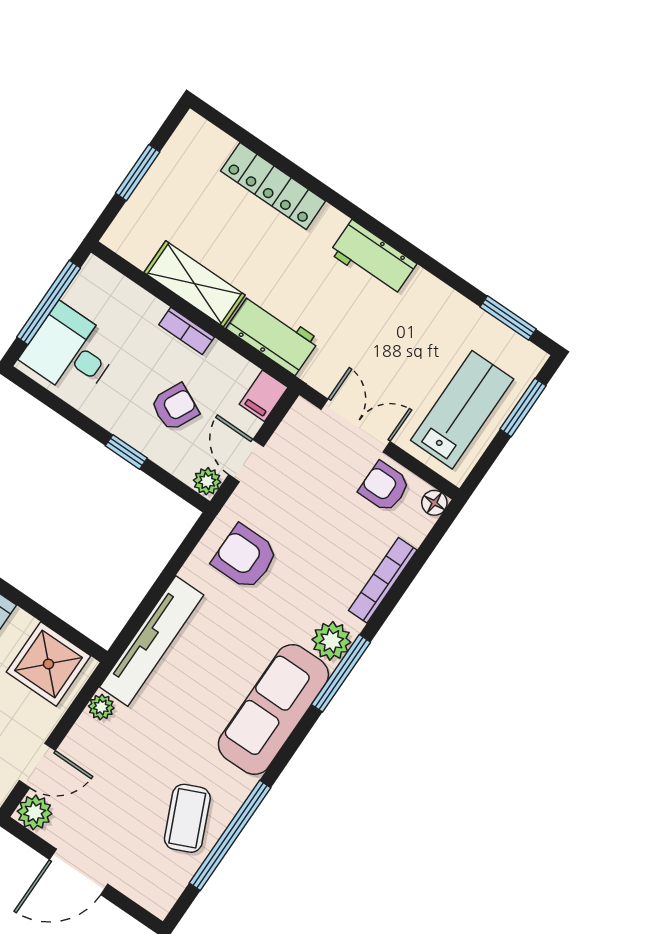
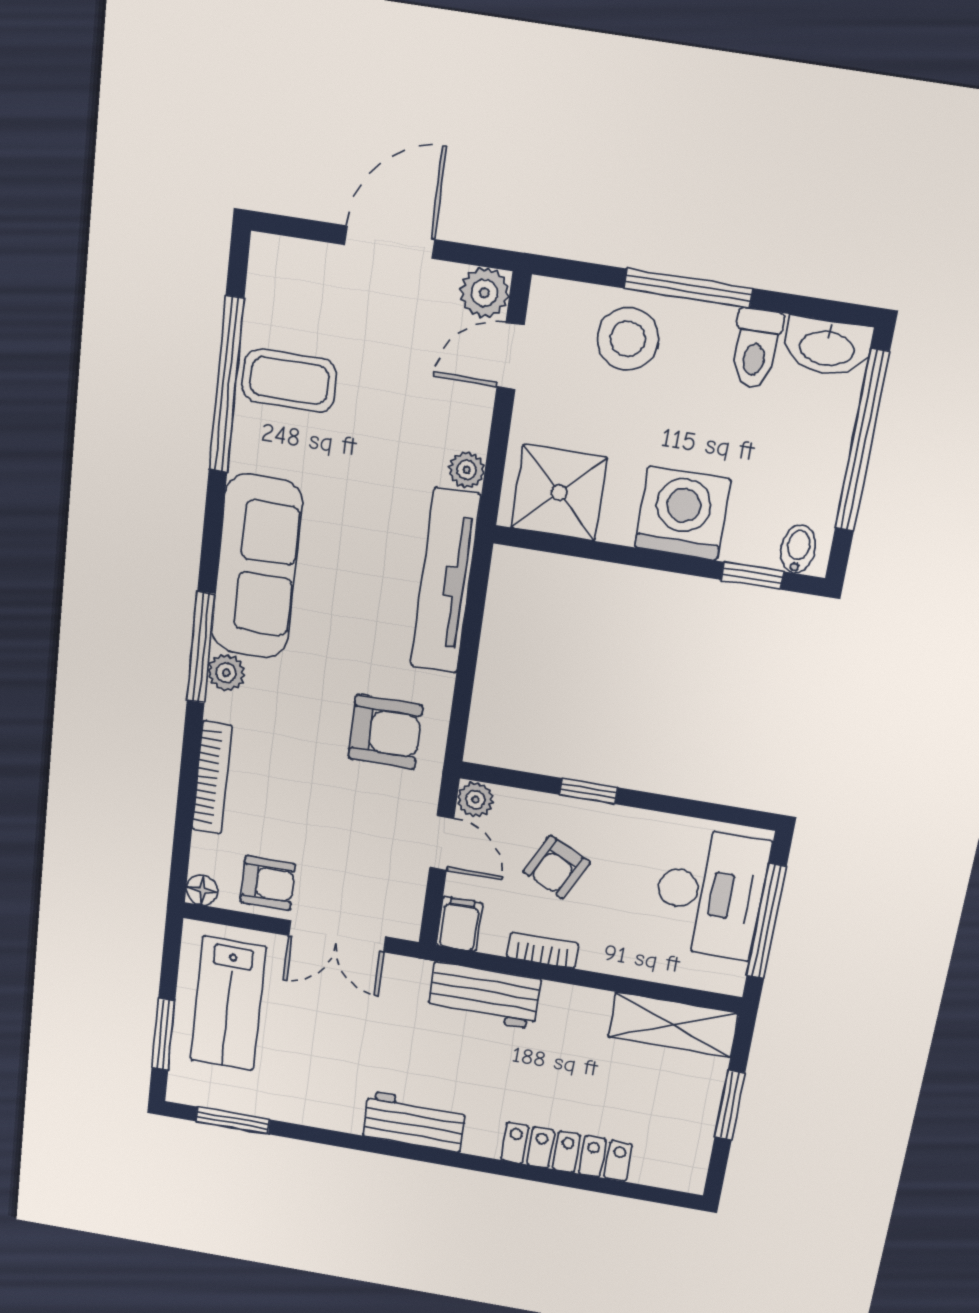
shelving: (195, 284) -> (673, 1025), moved
bookcase: (187, 331) -> (543, 950), moved
desk: (70, 352) -> (710, 893), width x1.37
plant: (331, 641) -> (226, 673), width x0.73, depth x0.73
coffee table: (187, 818) -> (290, 381), turned -66

